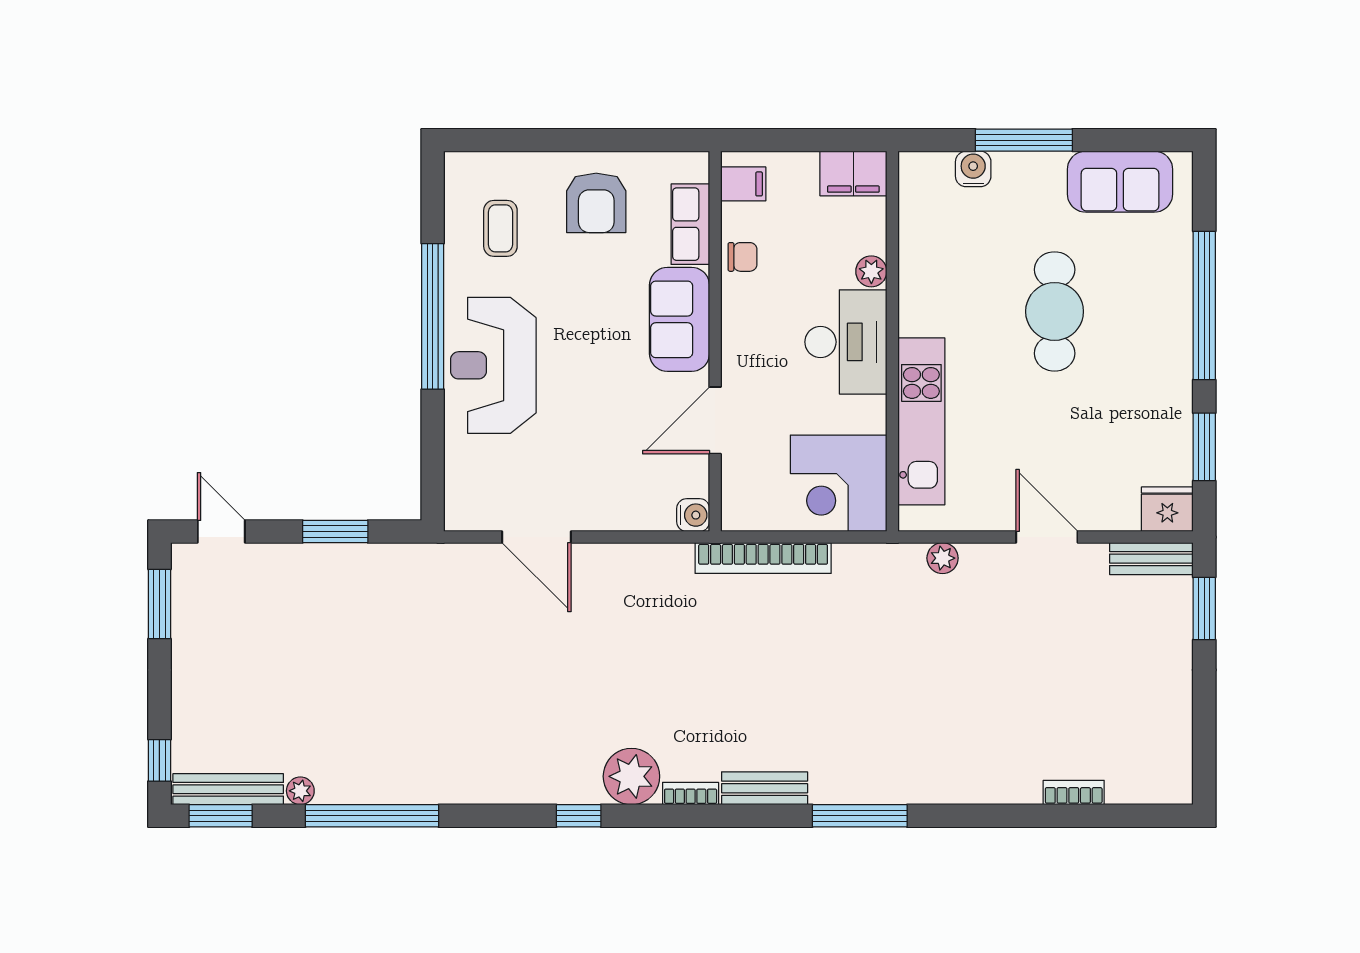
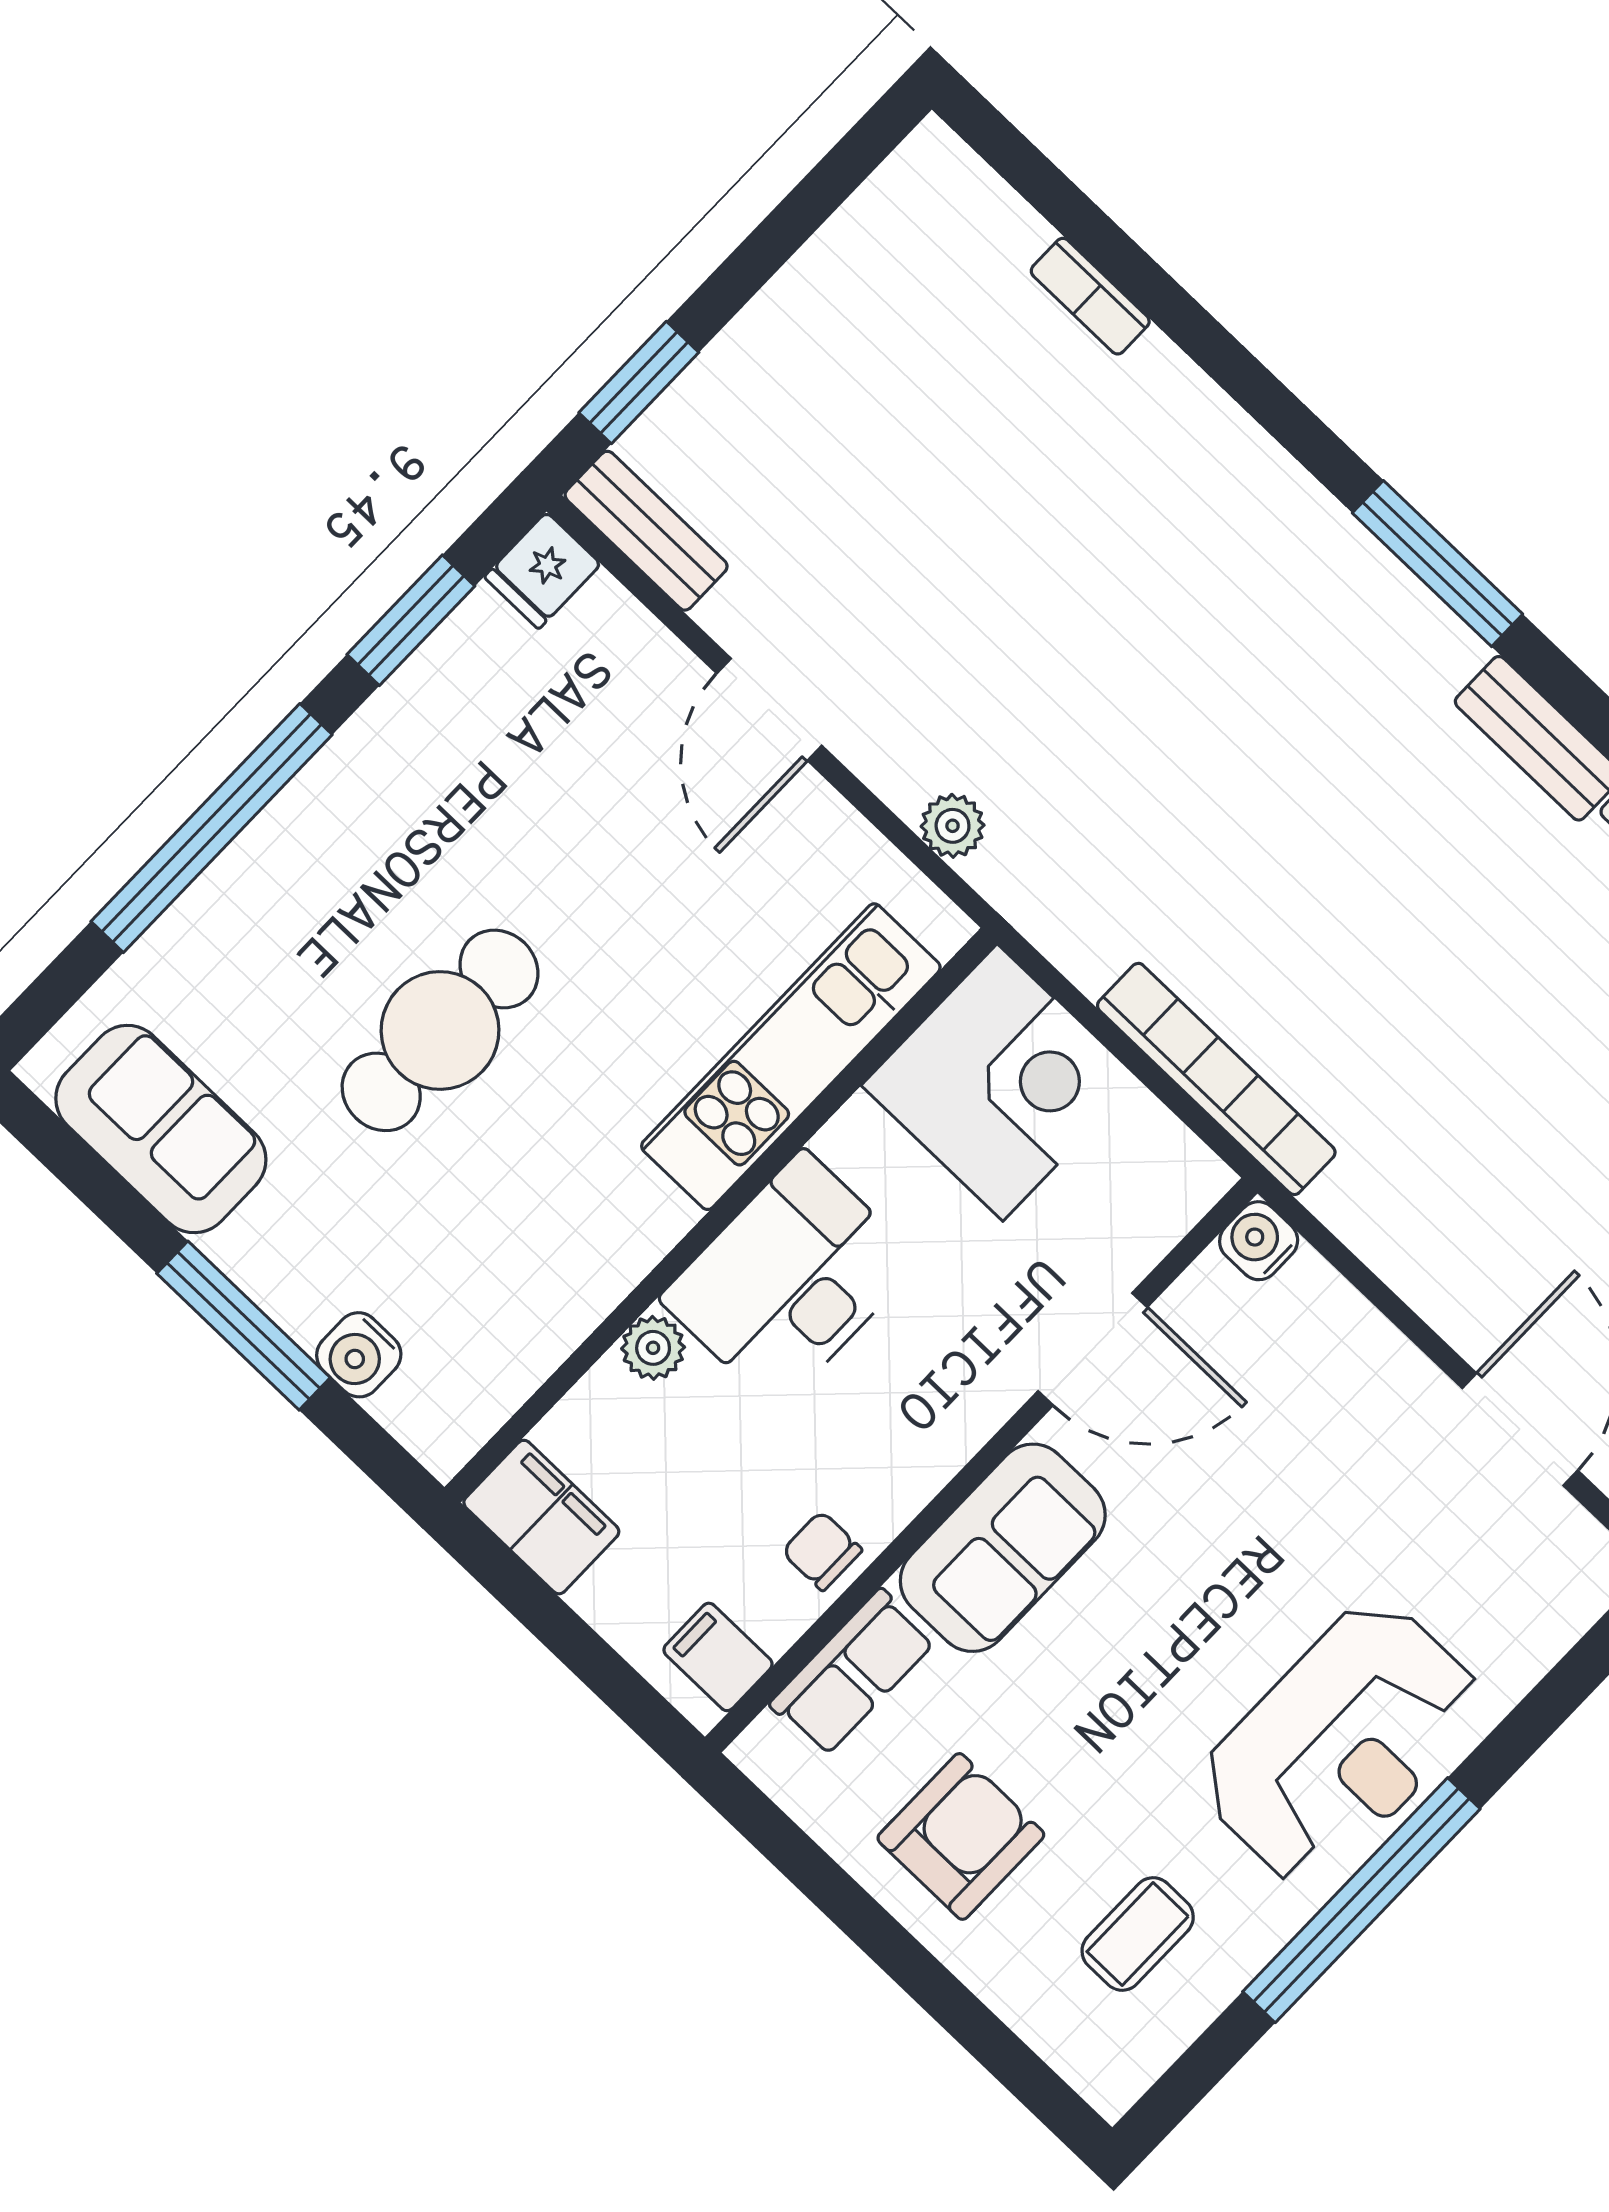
fridge: (1167, 509) -> (542, 571), width x0.72

